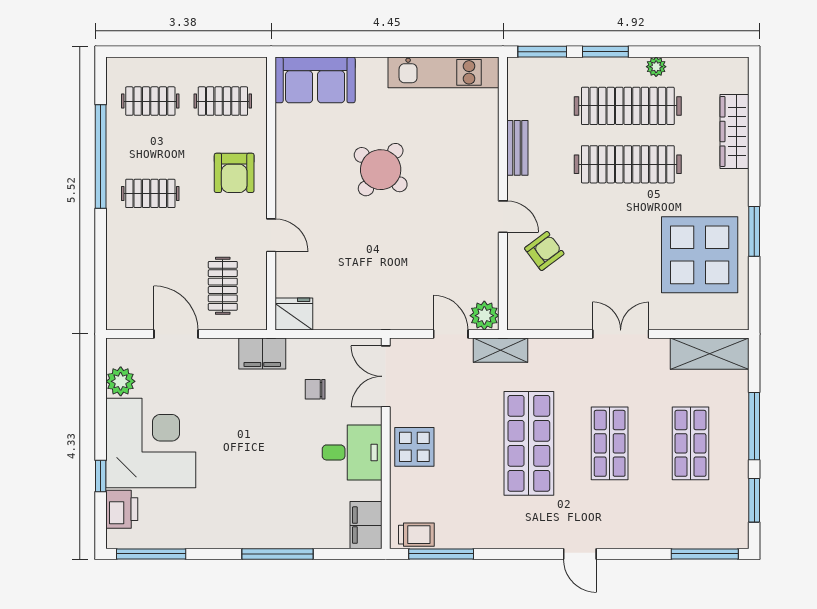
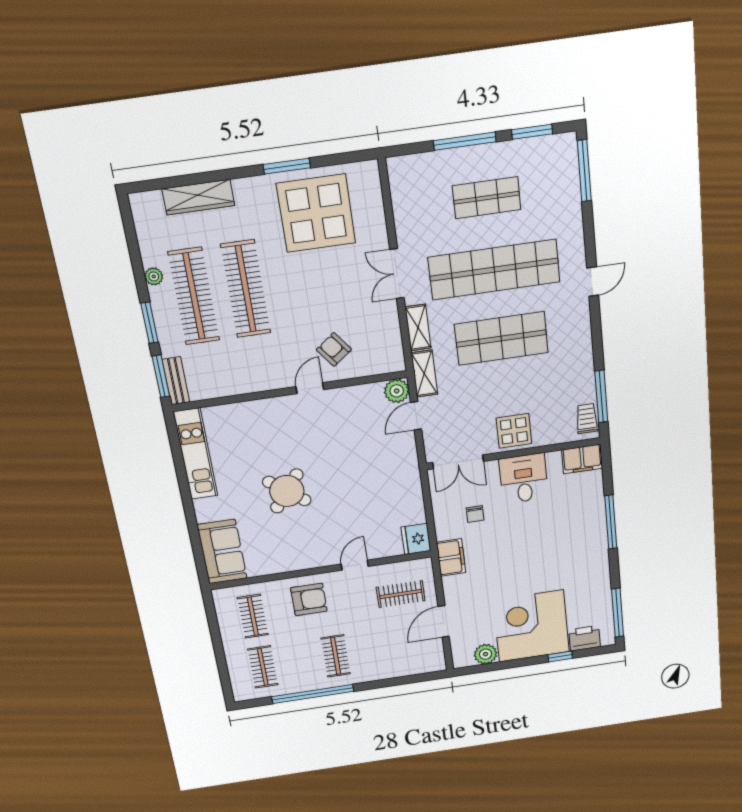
bench: (517, 148) -> (176, 381), moved, turned 90
shelving: (710, 354) -> (418, 328), moved, width x0.67, depth x0.75
shop shelf: (610, 443) -> (494, 270), width x2.00, depth x1.36

